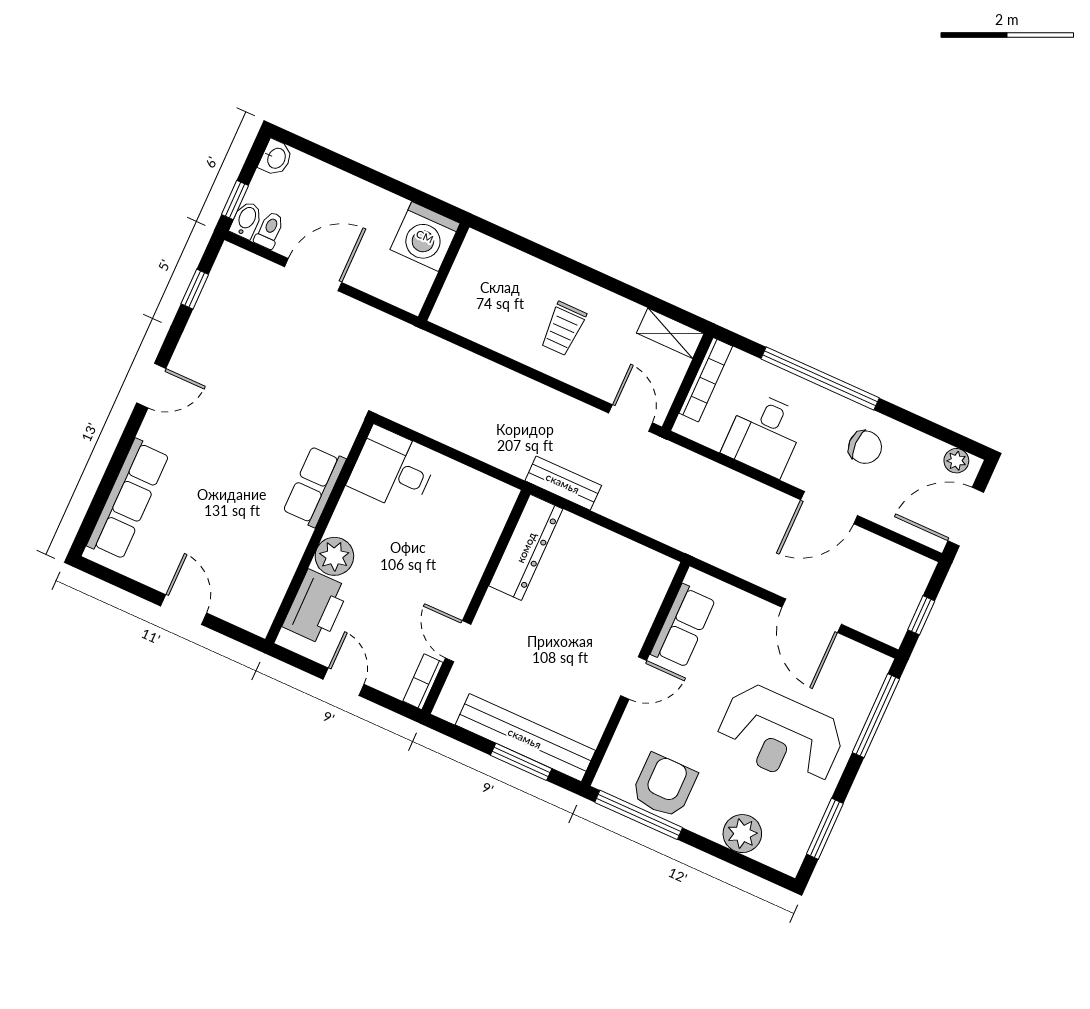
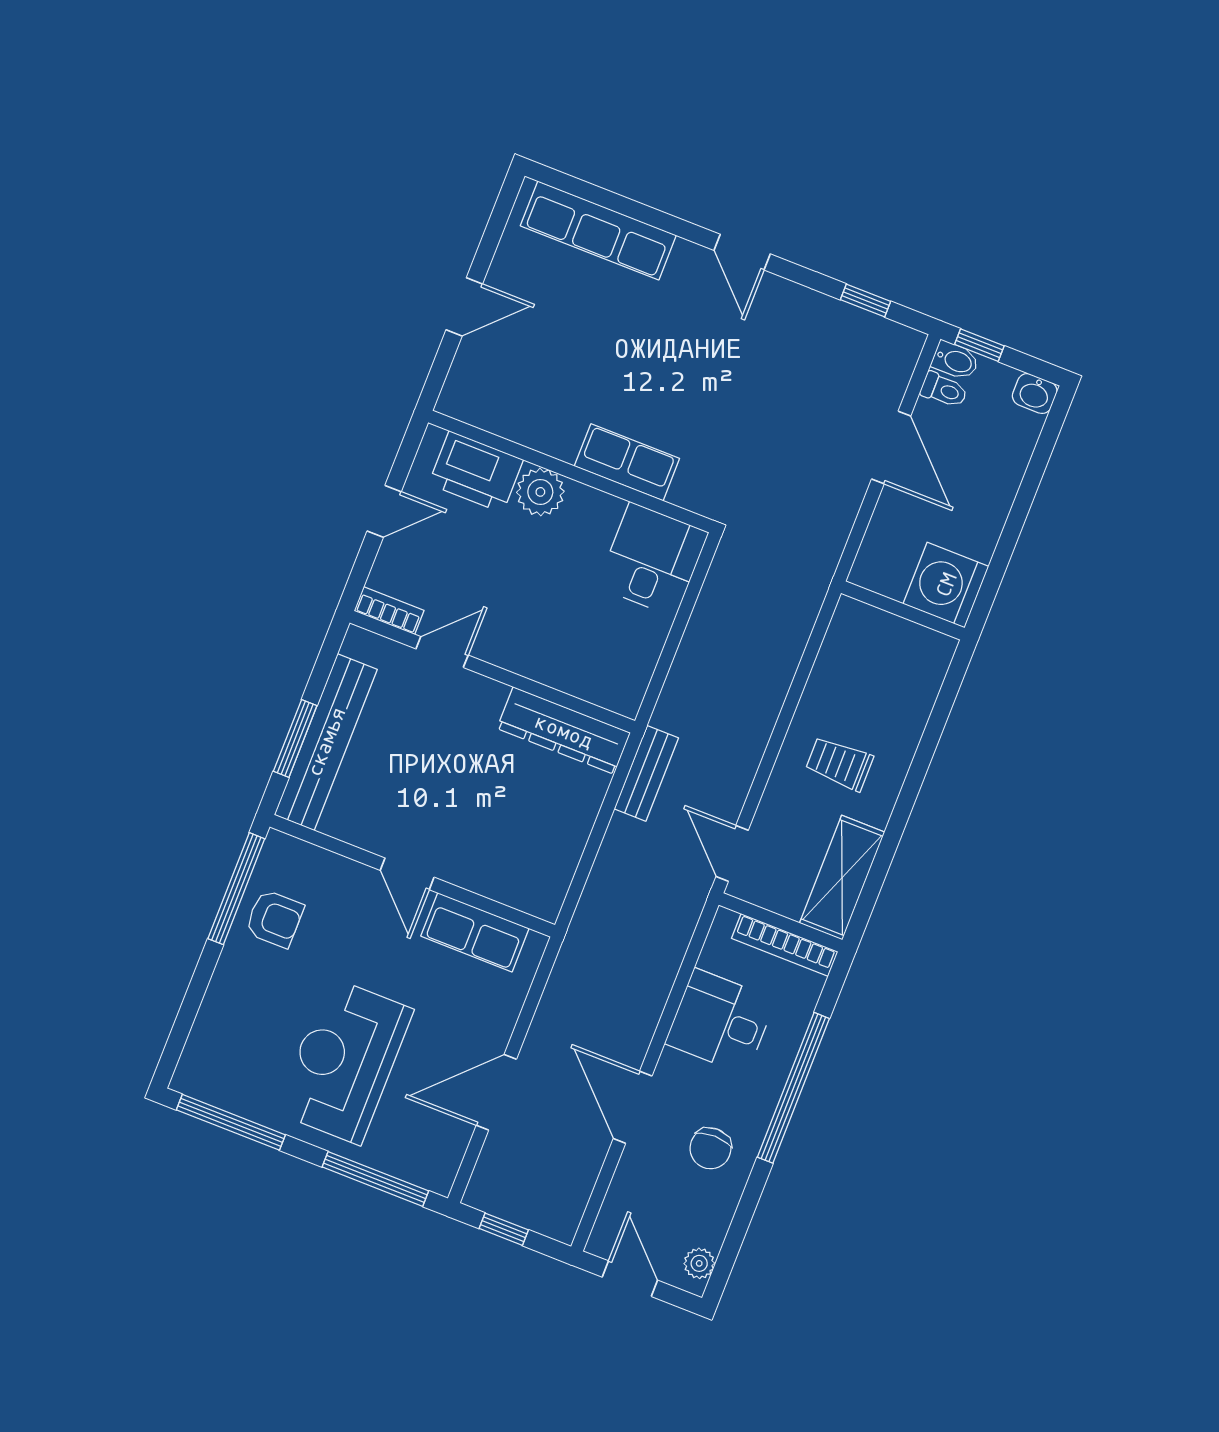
shelving: (670, 333) -> (842, 878), width x1.50, depth x1.33
door: (631, 418) -> (732, 853), swing flipped
door: (966, 517) -> (630, 1279), width x0.73
armchair: (664, 786) -> (274, 919), width x0.72, depth x0.72
window: (825, 829) -> (231, 1122), width x1.44
plant: (742, 834) -> (220, 1019), removed

